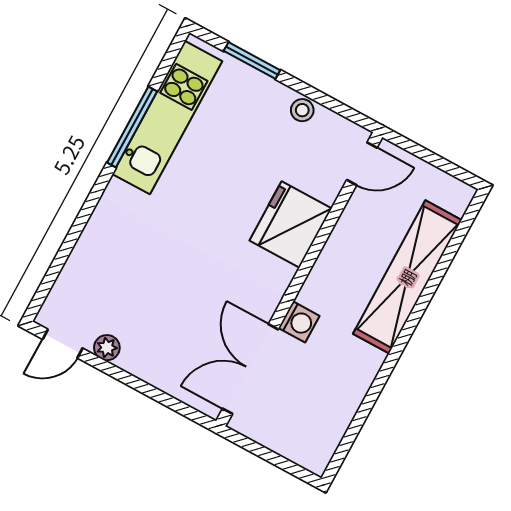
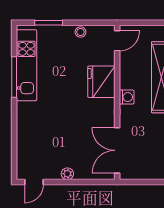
washing machine: (299, 322) -> (127, 97), moved
plant: (107, 348) -> (67, 174), moved

